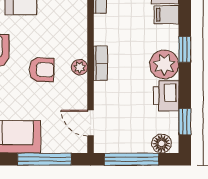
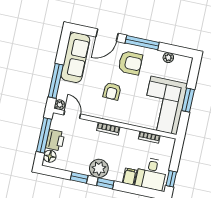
plant: (80, 67) -> (60, 105), moved
printer: (166, 96) -> (55, 140), moved, turned 90
window: (185, 122) -> (79, 178), moved
door: (90, 123) -> (72, 115), hinge flipped

